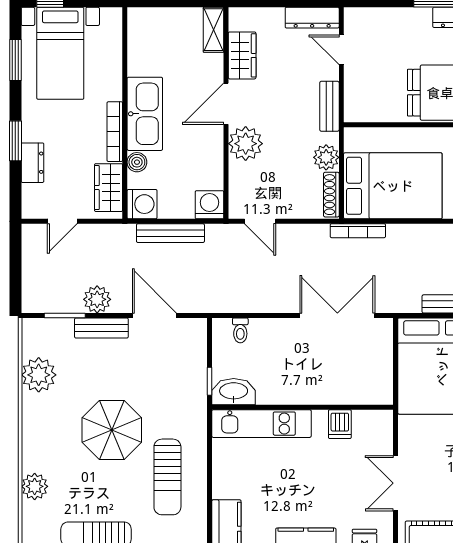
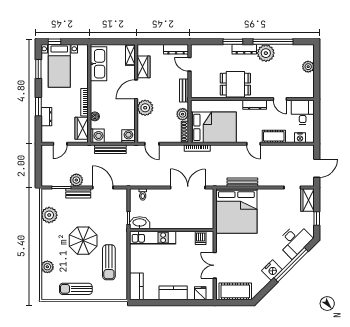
kitchen sink: (145, 114) -> (98, 64), moved
dishwasher: (340, 424) -> (201, 238), moved

